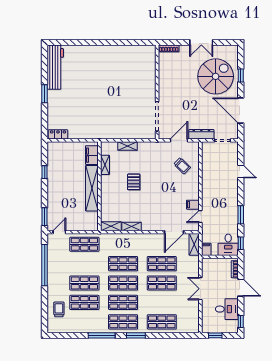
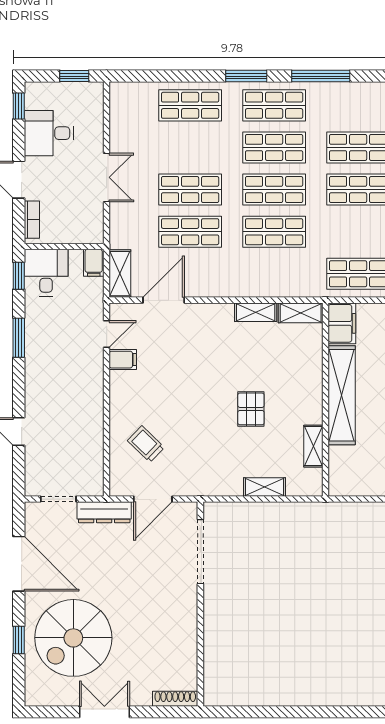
filing cabinet: (92, 155) -> (342, 323), moved

